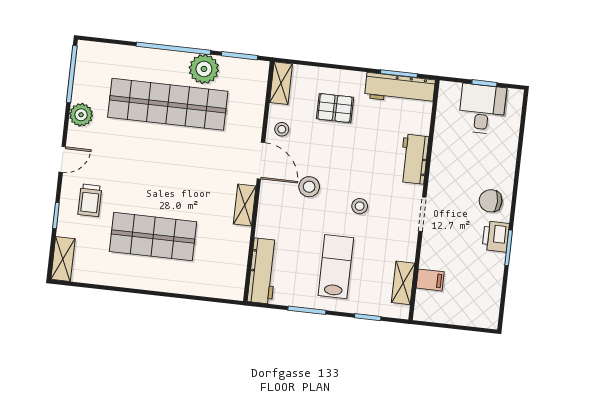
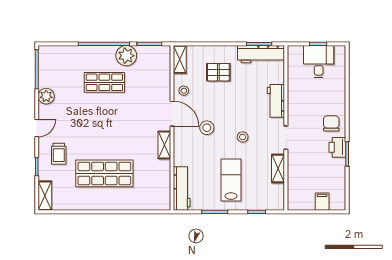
shop shelf: (168, 104) -> (104, 82), width x0.50, depth x0.74
chair: (491, 201) -> (331, 123), turned 90
filing cabinet: (430, 280) -> (322, 202), moved, turned -90
shelving: (403, 283) -> (278, 168), moved

